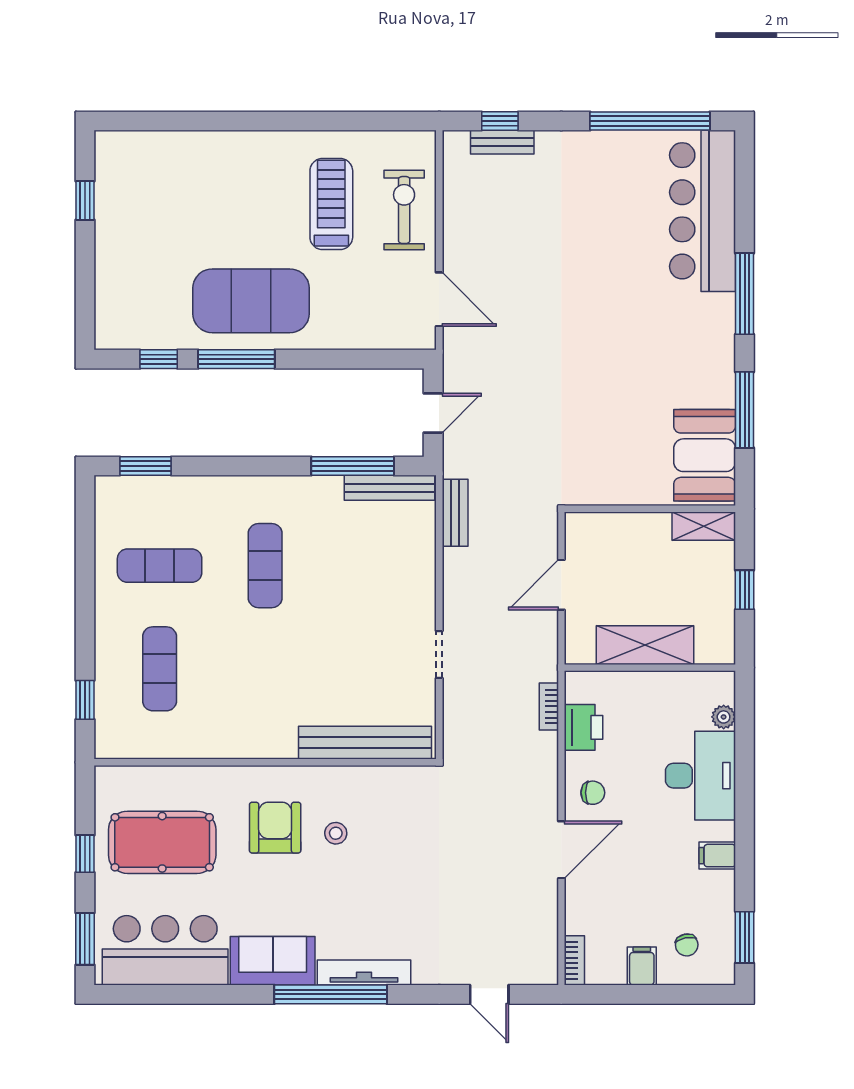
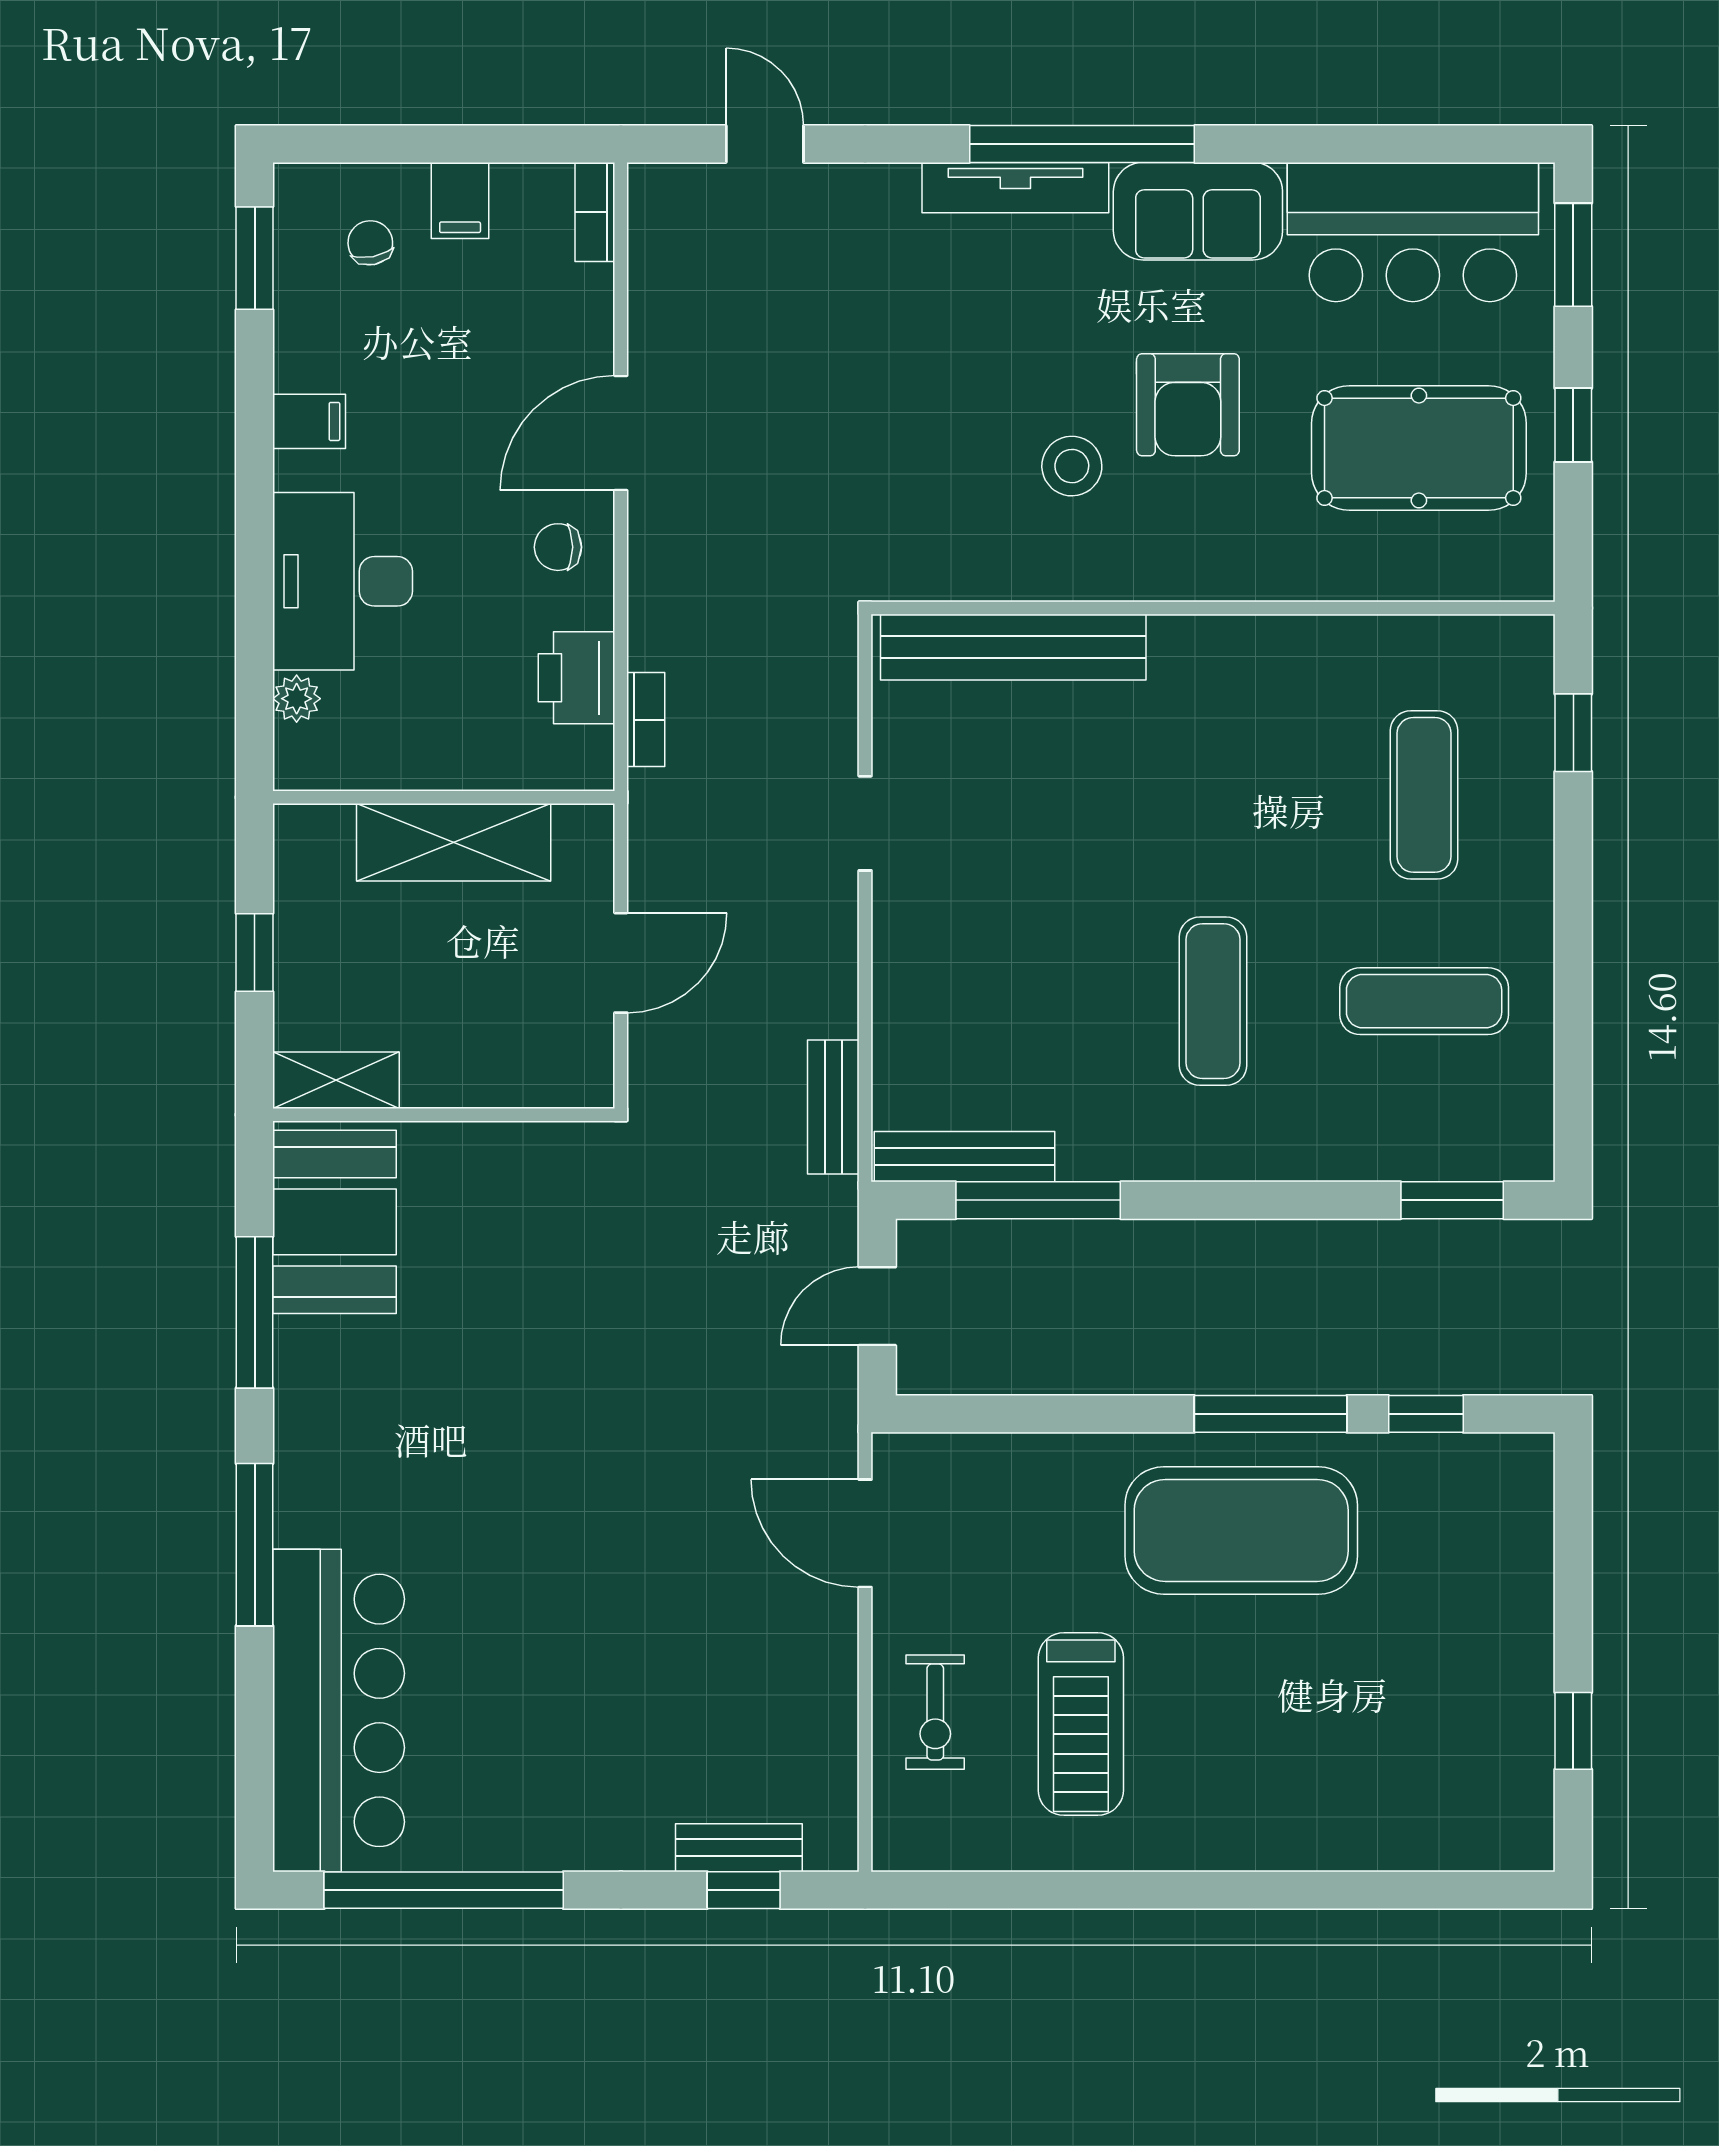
exercise bike: (404, 210) -> (935, 1712), width x0.73, depth x0.72
armchair: (275, 828) -> (1188, 405), moved
stool: (336, 833) -> (1072, 466), width x1.37, depth x1.37

